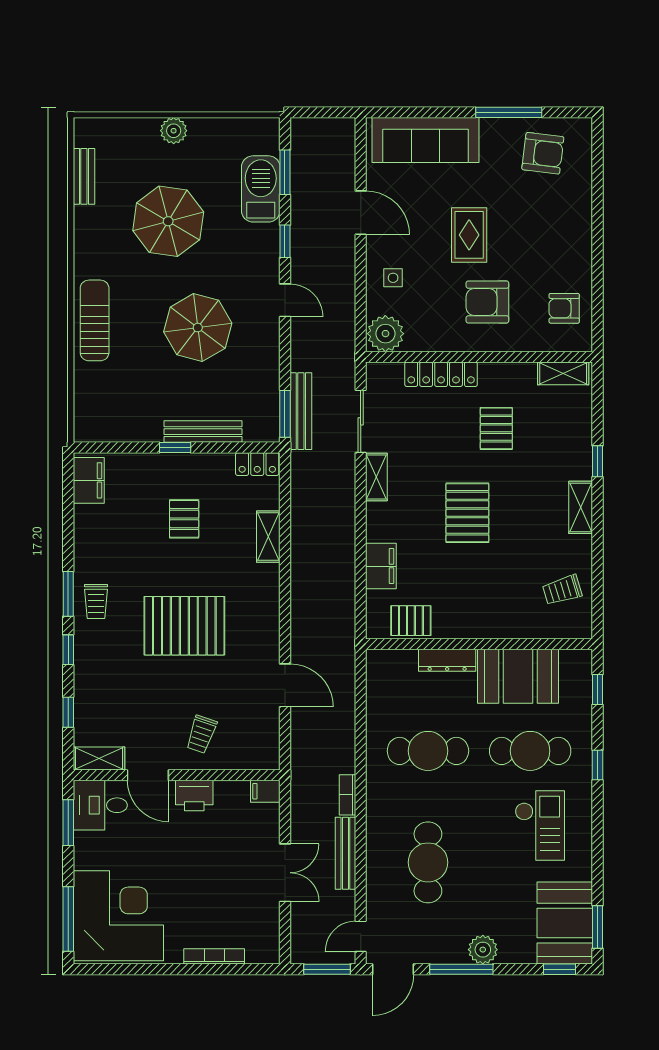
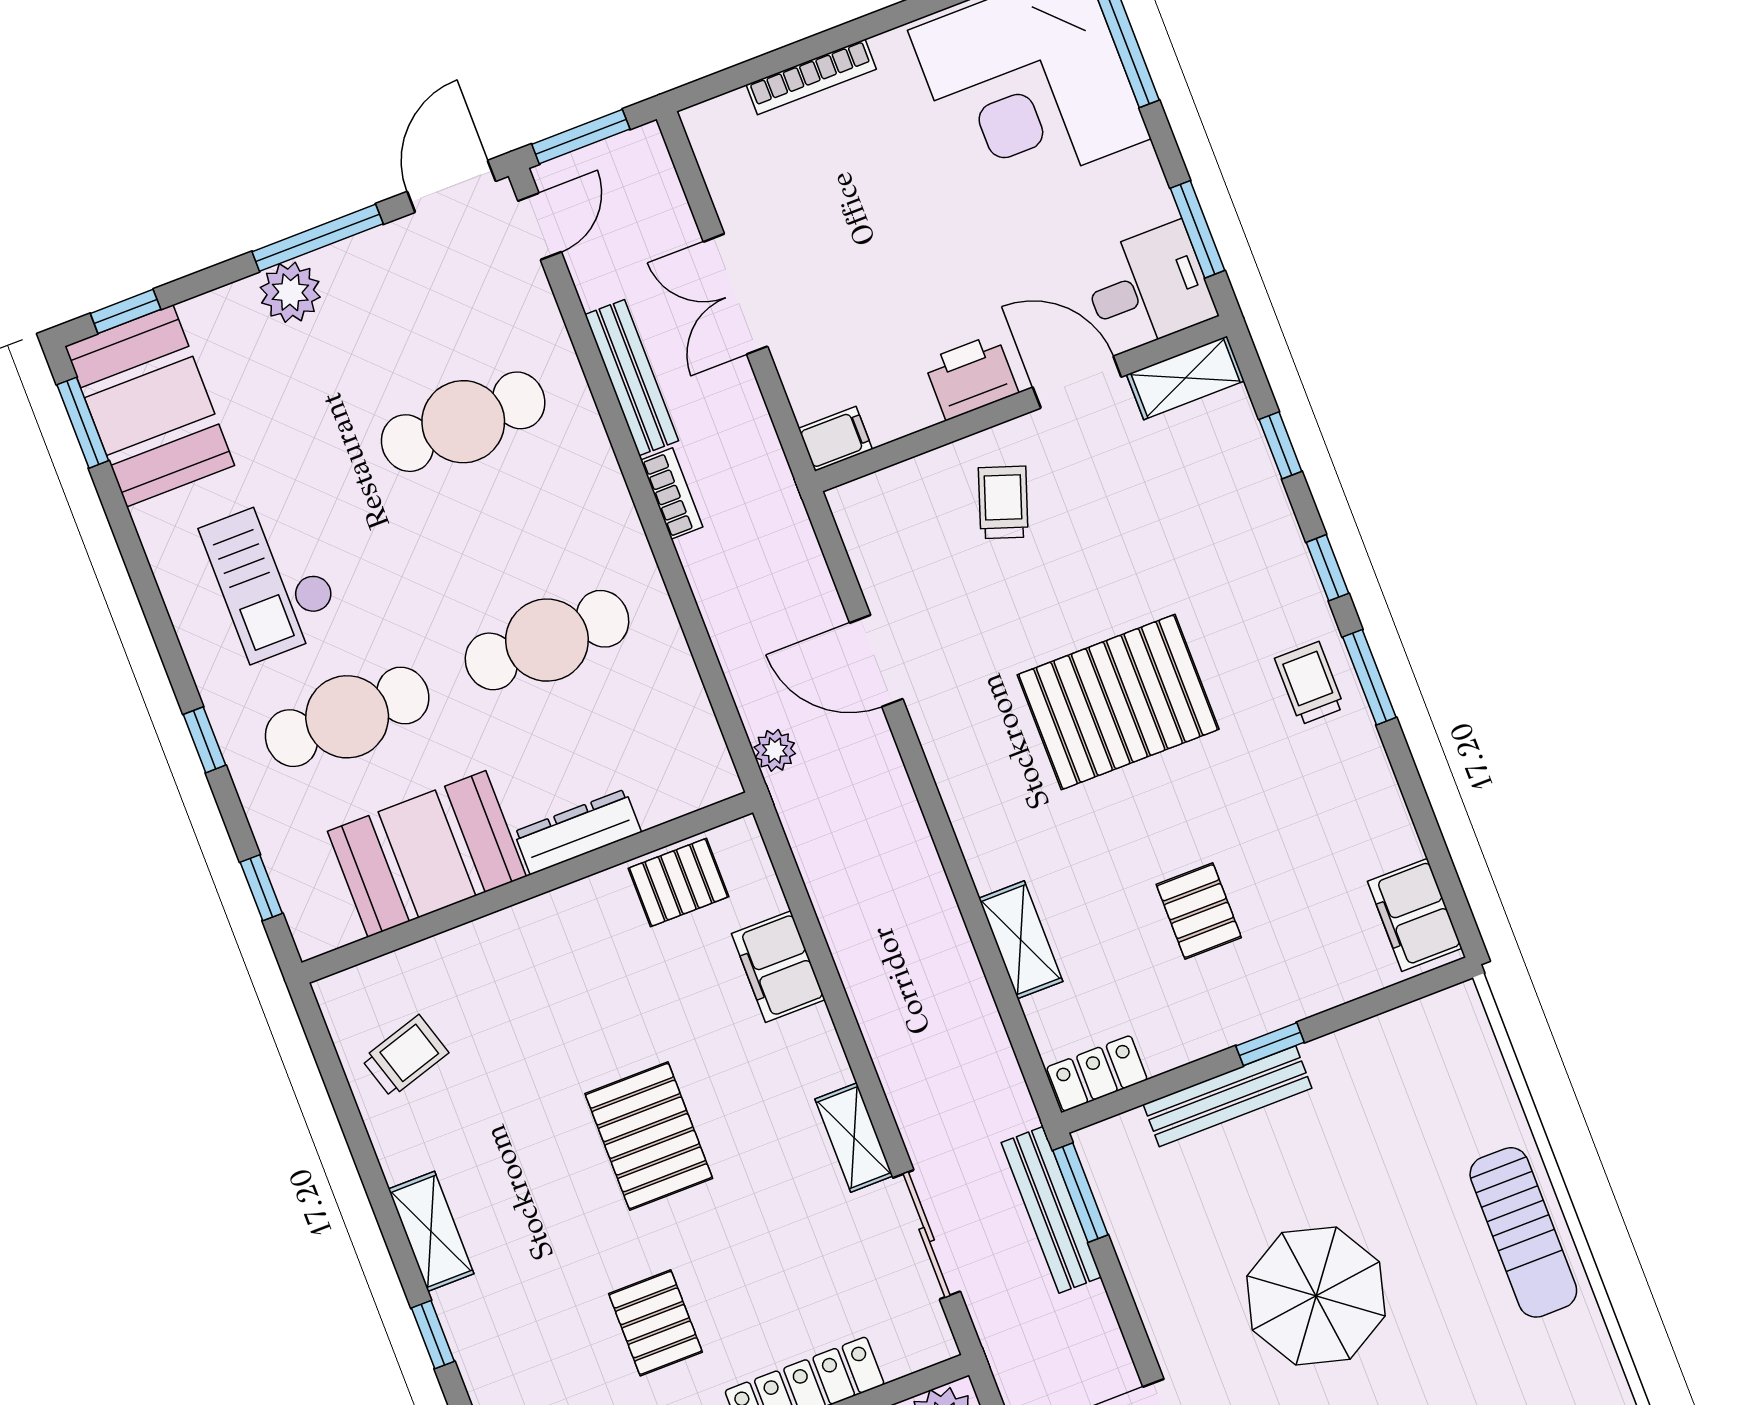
plant: (345, 663) -> (775, 750), added
cafe table: (428, 862) -> (463, 422), turned 90

